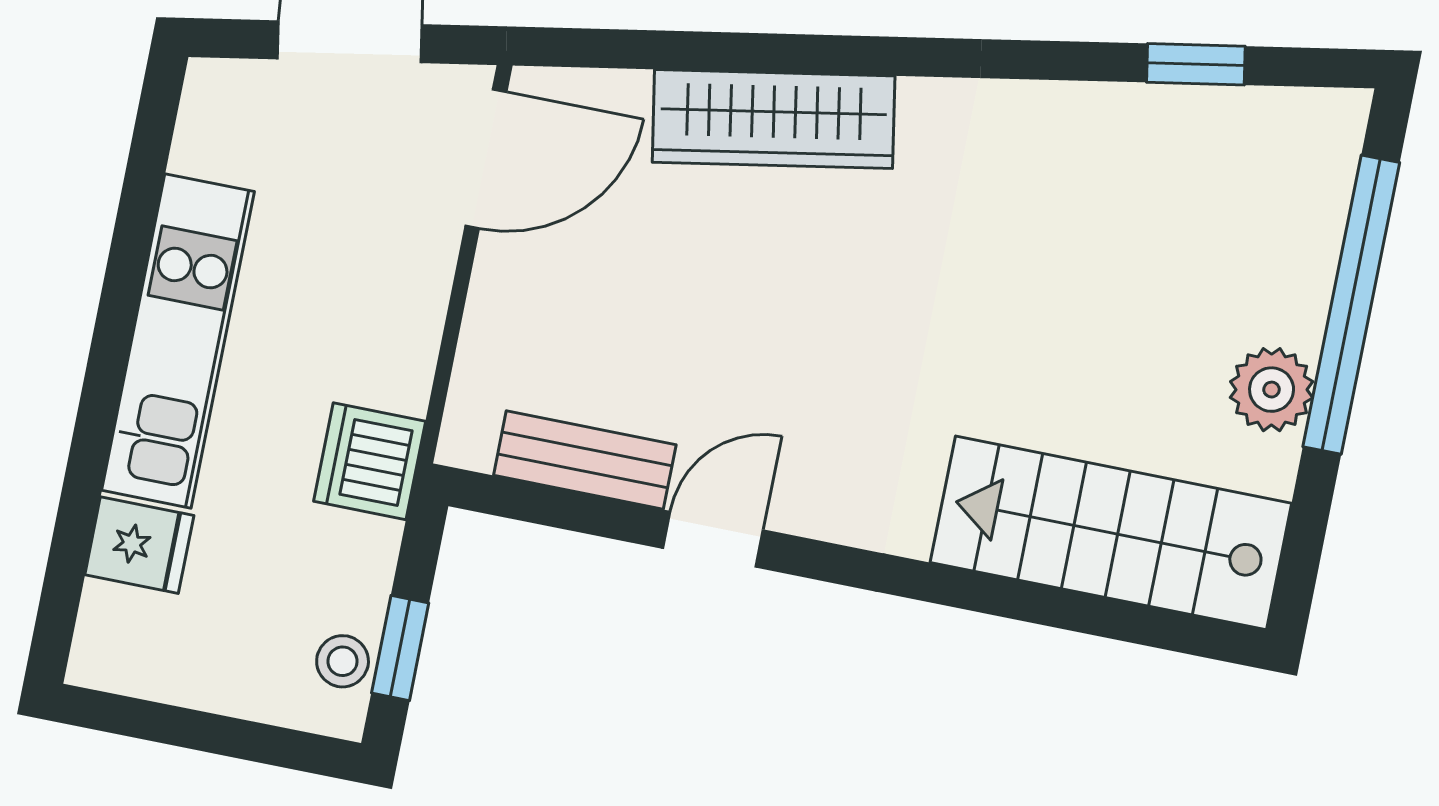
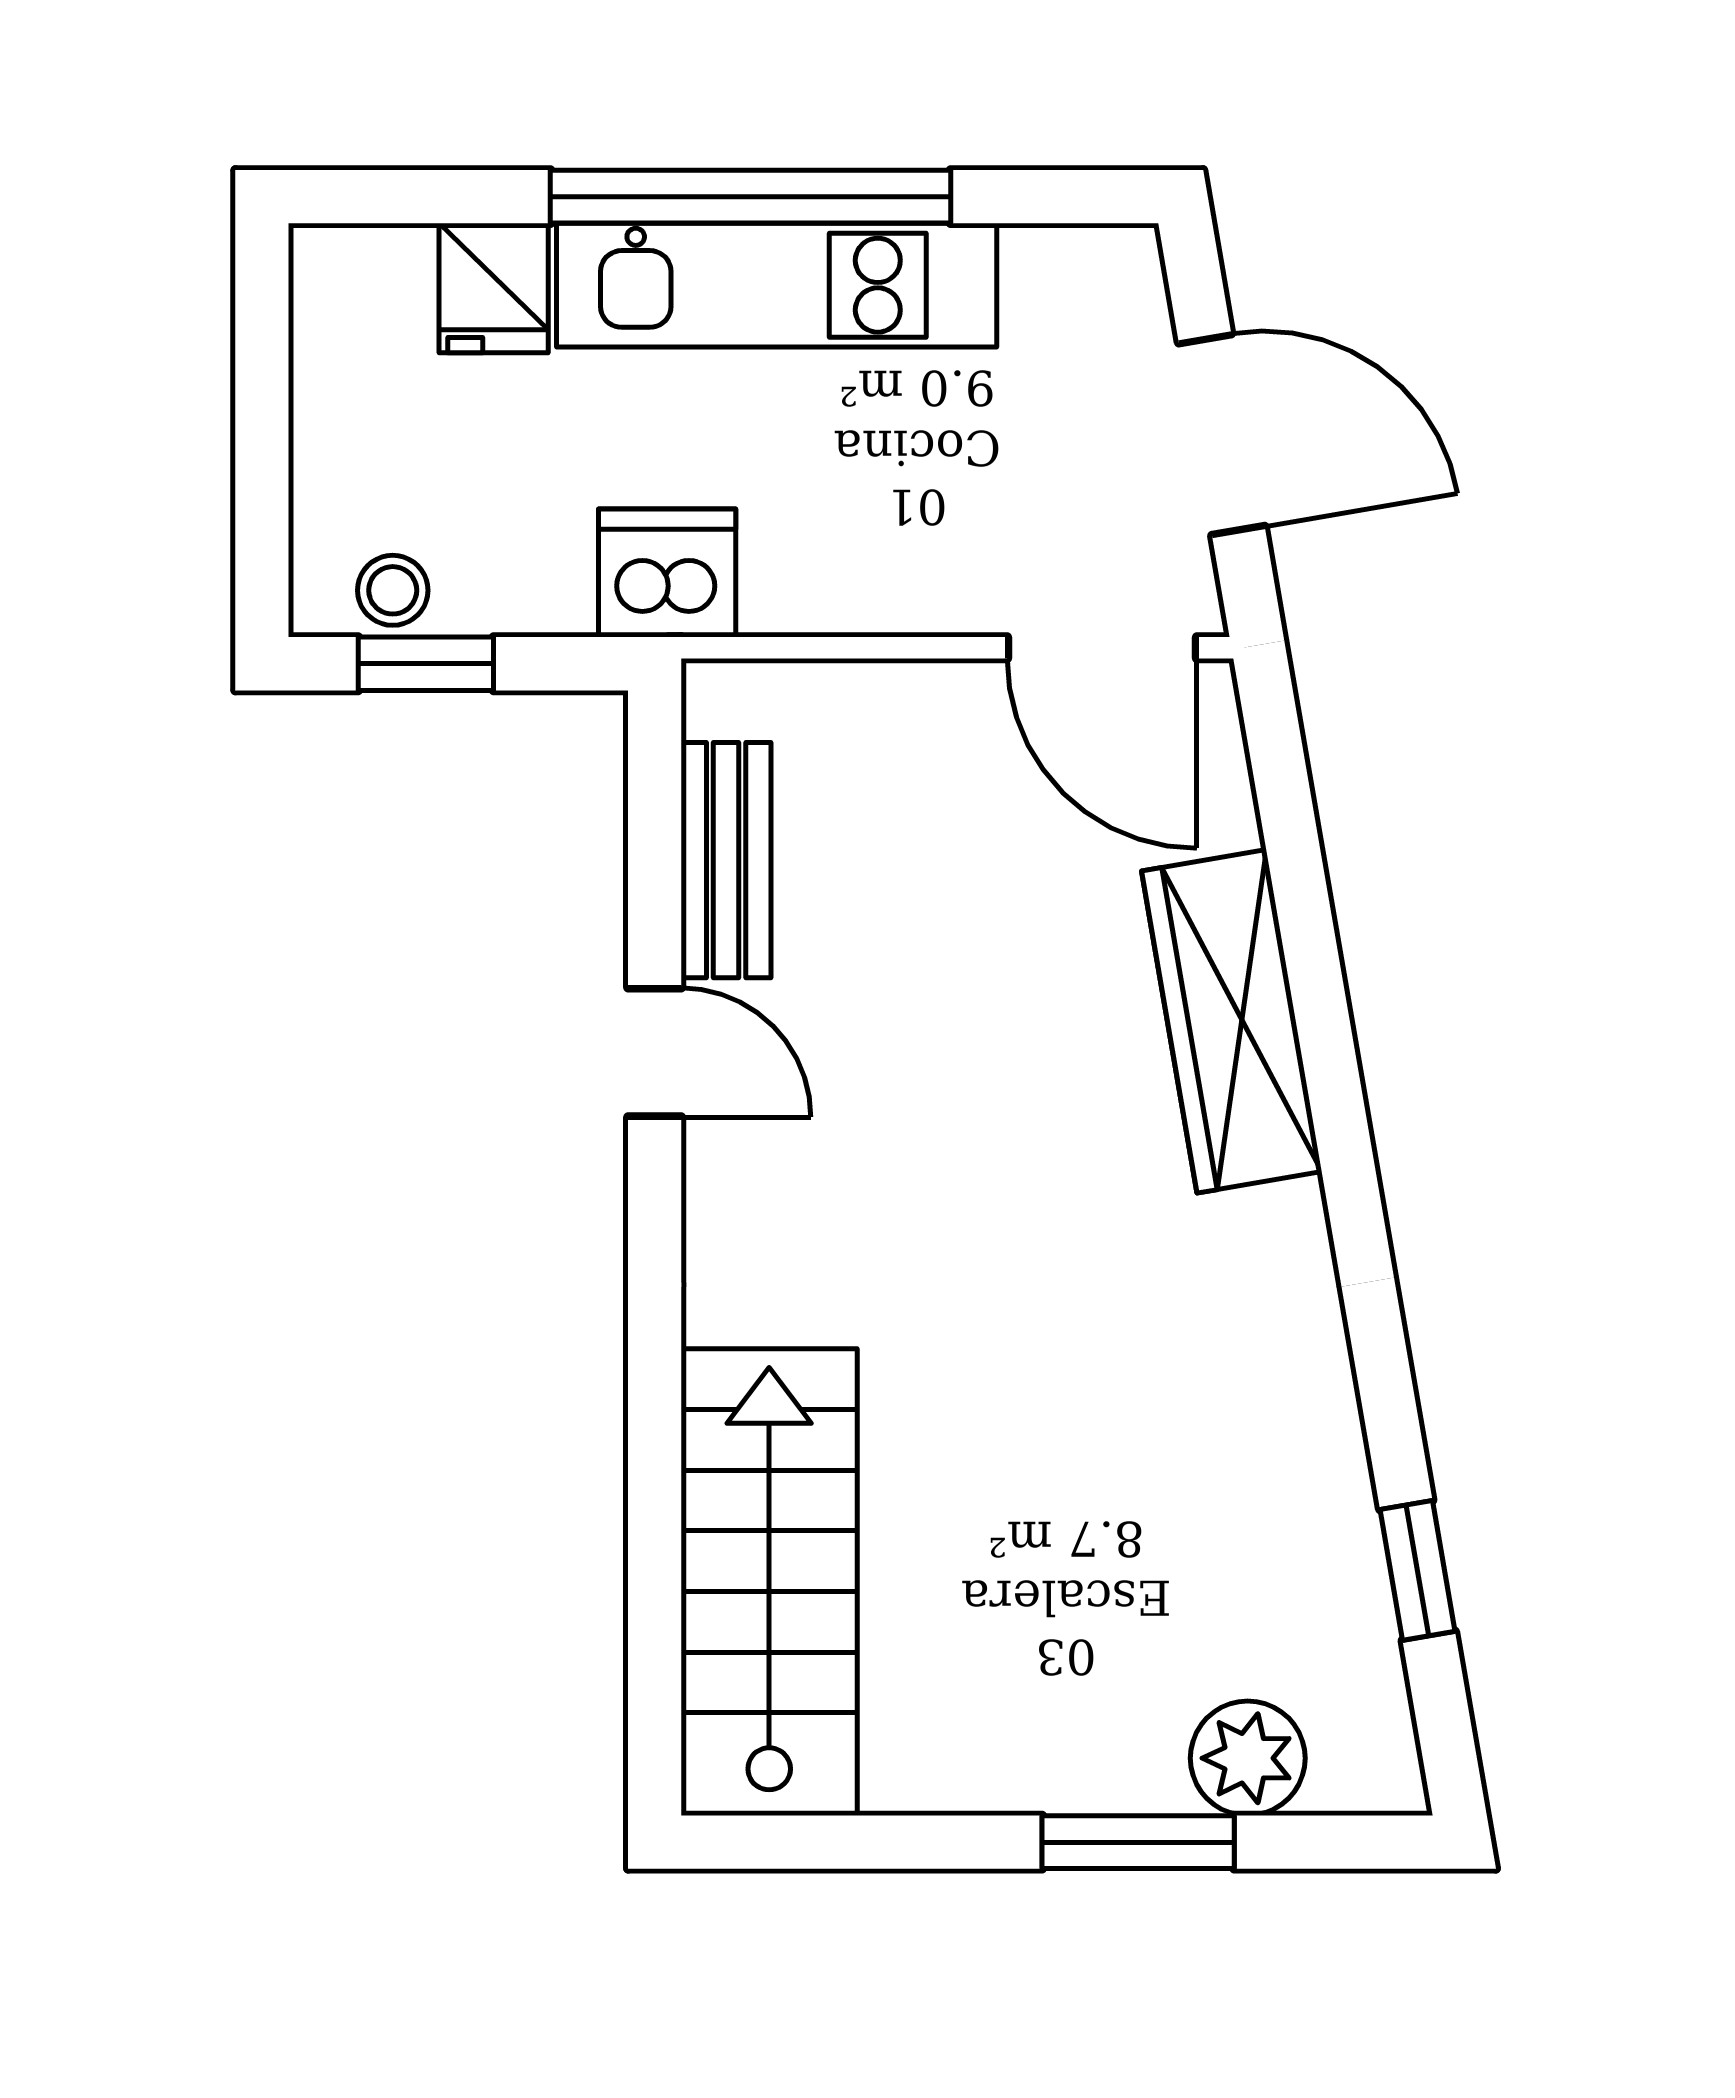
window: (1351, 305) -> (1138, 1842), width x0.47
window: (110, 347) -> (750, 197), added
plant: (1272, 390) -> (1248, 1758), moved

